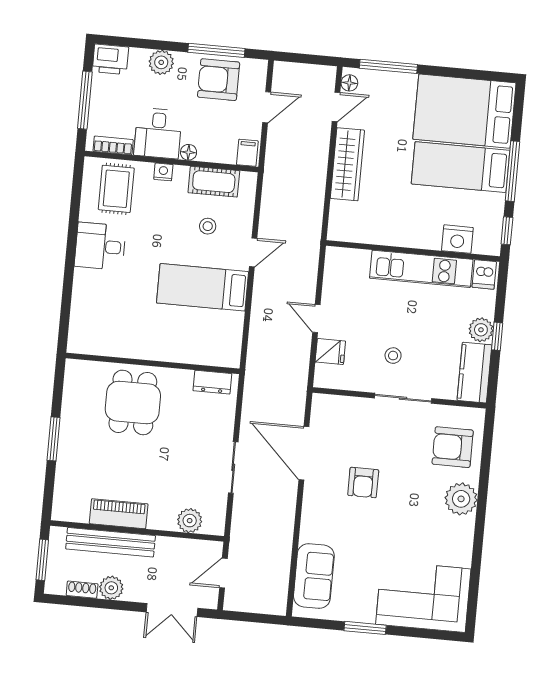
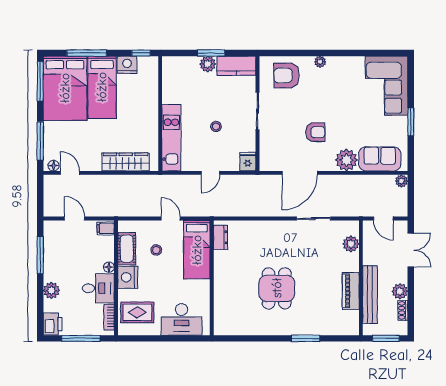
window: (478, 75) -> (40, 81), added
armchair: (219, 80) -> (59, 252), removed
wardrobe: (347, 164) -> (126, 162), moved
window: (512, 171) -> (87, 53), moved
nightstand: (163, 172) -> (128, 277), width x1.89, depth x1.79
nightstand: (457, 239) -> (127, 65), moved, turned -90
desk: (100, 246) -> (182, 319), width x1.37
kitchen unit: (421, 269) -> (171, 138), moved
dishwasher: (484, 274) -> (171, 65), removed
window: (497, 336) -> (211, 53), width x1.50
fridge: (330, 351) -> (248, 162), moved
stool: (393, 356) -> (216, 126), moved
wall: (153, 363) -> (212, 278), moved
dresser: (212, 382) -> (221, 237), moved
dining table: (133, 402) -> (277, 288), turned 90
armchair: (453, 447) -> (287, 75), turned 90
plant: (461, 499) -> (320, 62), width x0.53, depth x0.53
plant: (317, 526) -> (346, 160), added
plant: (277, 606) -> (401, 181), added

